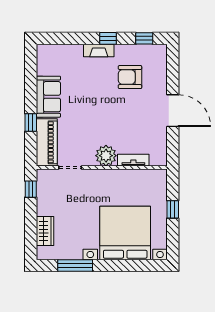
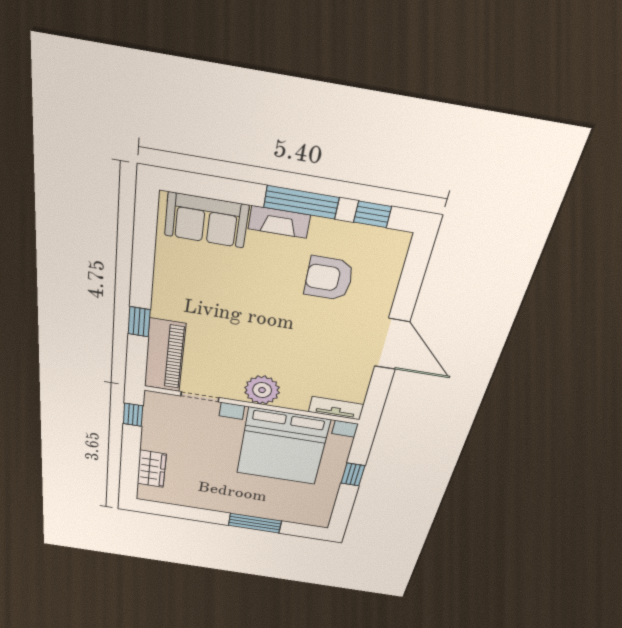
window: (108, 38) -> (301, 202), width x2.17
sofa: (48, 97) -> (206, 220), moved, turned 90
tv unit: (133, 160) -> (336, 408), moved
bed with nightstands: (125, 233) -> (283, 447), moved, turned 180
window: (75, 266) -> (255, 523), moved

